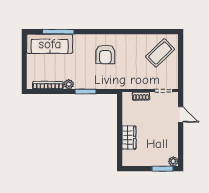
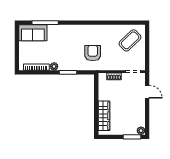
sofa: (50, 44) -> (33, 33), width x0.73
armchair: (105, 54) -> (93, 53), moved, turned 180
wardrobe: (129, 137) -> (104, 116), width x1.50

